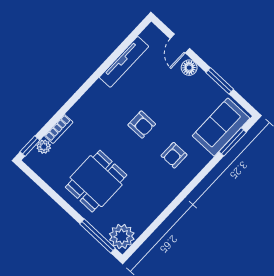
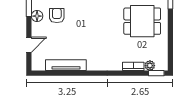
floor lamp: (189, 68) -> (37, 16), moved
armchair: (142, 125) -> (57, 15), moved

